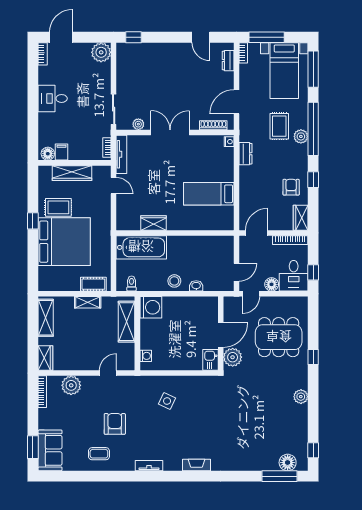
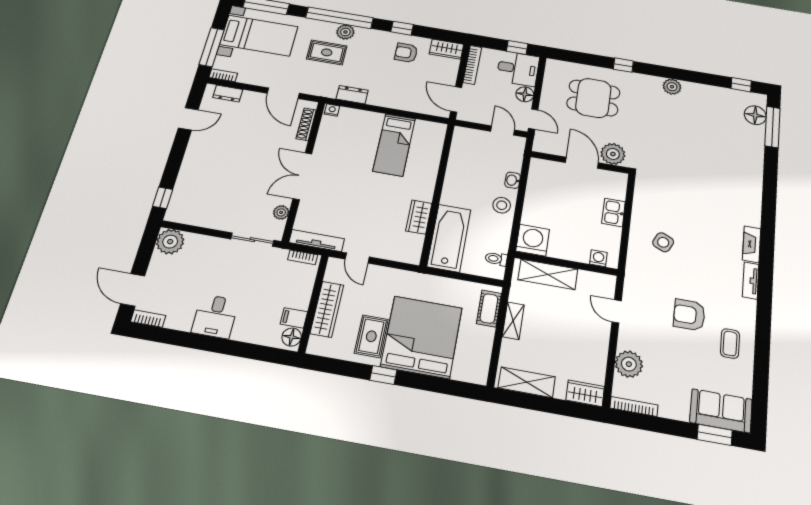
door: (114, 186) -> (357, 258), swing flipped
dining table: (279, 337) -> (593, 98), width x0.73
kitchen sink: (210, 360) -> (614, 212), moved, turned 90
fireplace: (197, 465) -> (752, 244), moved

